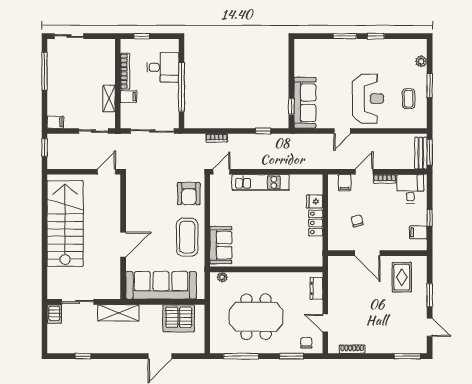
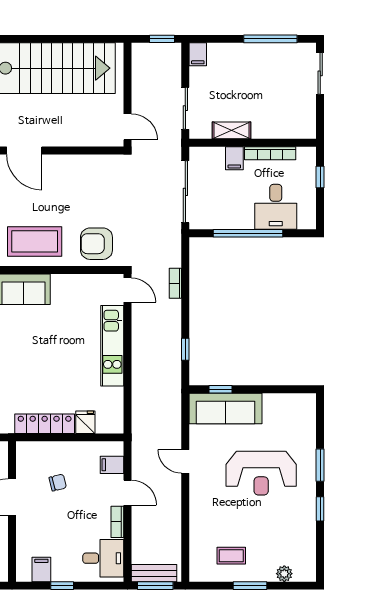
reception desk: (368, 99) -> (261, 473), moved
locker: (316, 223) -> (45, 424), width x1.53

